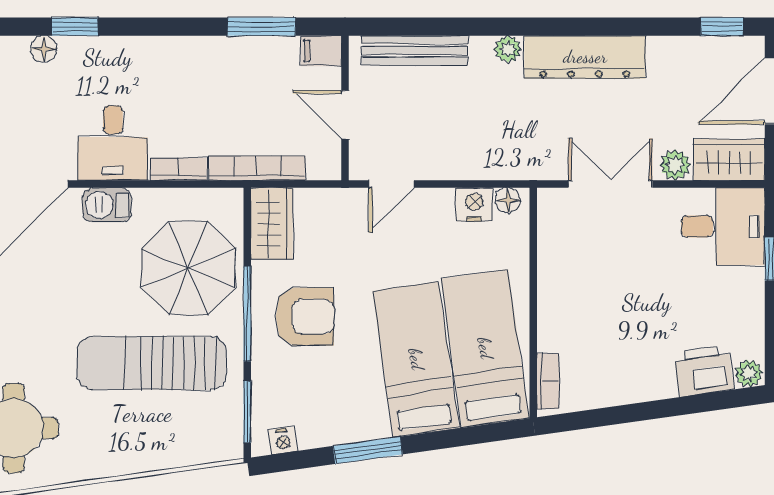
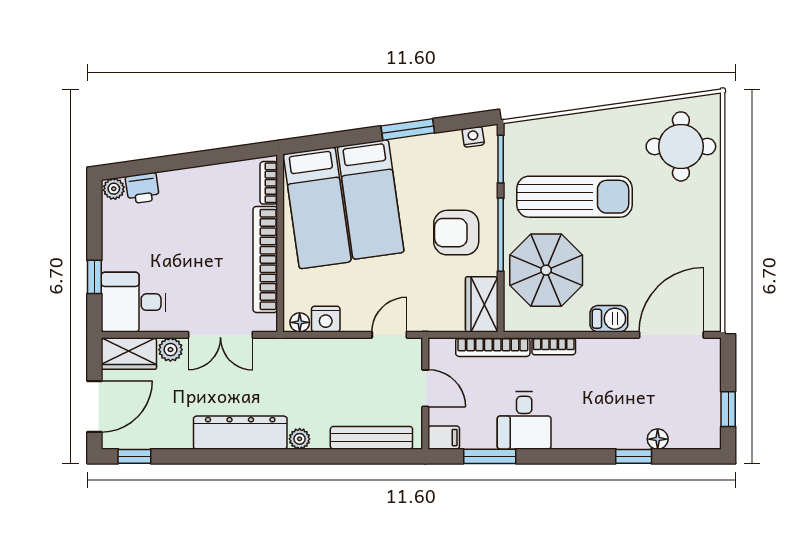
desk: (113, 143) -> (524, 420), moved, turned 180
bookcase: (552, 282) -> (265, 259), added
printer: (704, 371) -> (142, 188), width x0.73, depth x0.81

